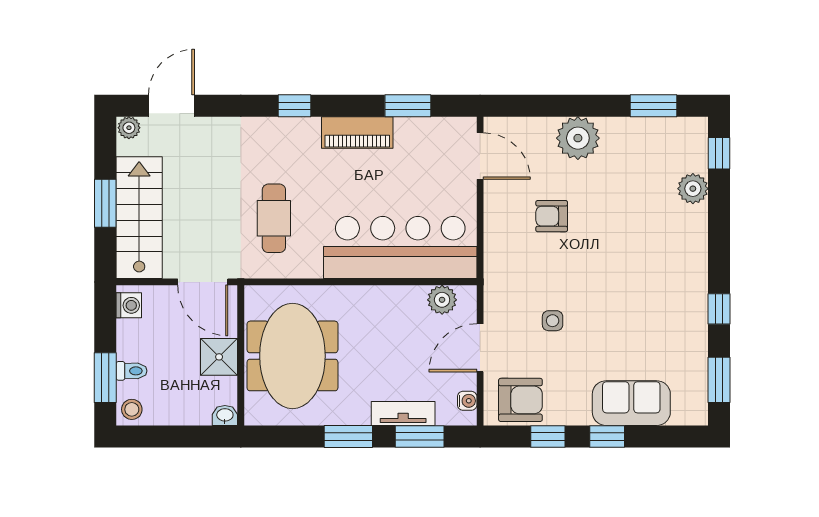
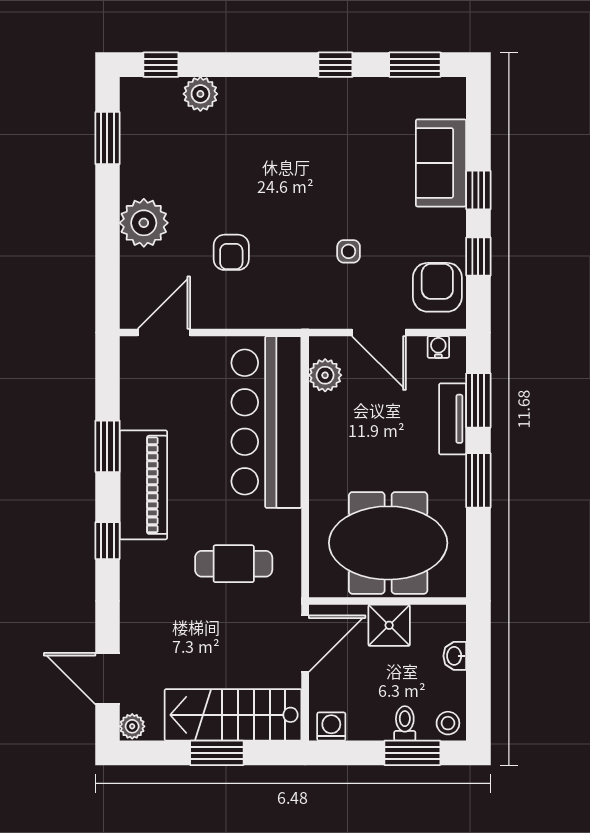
window: (408, 106) -> (107, 446), moved
piano: (357, 133) -> (143, 485), width x1.37, depth x1.33
washbasin: (225, 415) -> (455, 656), moved

